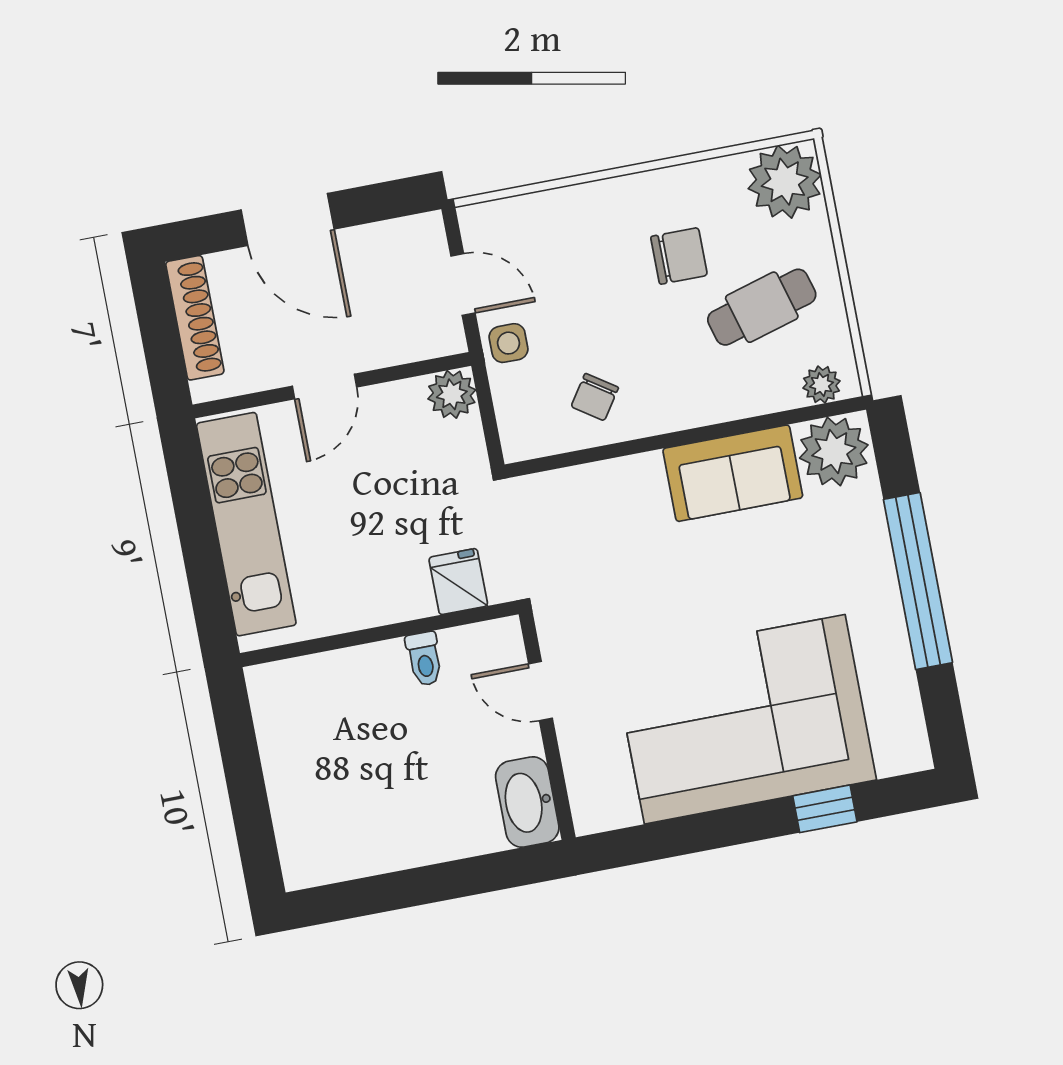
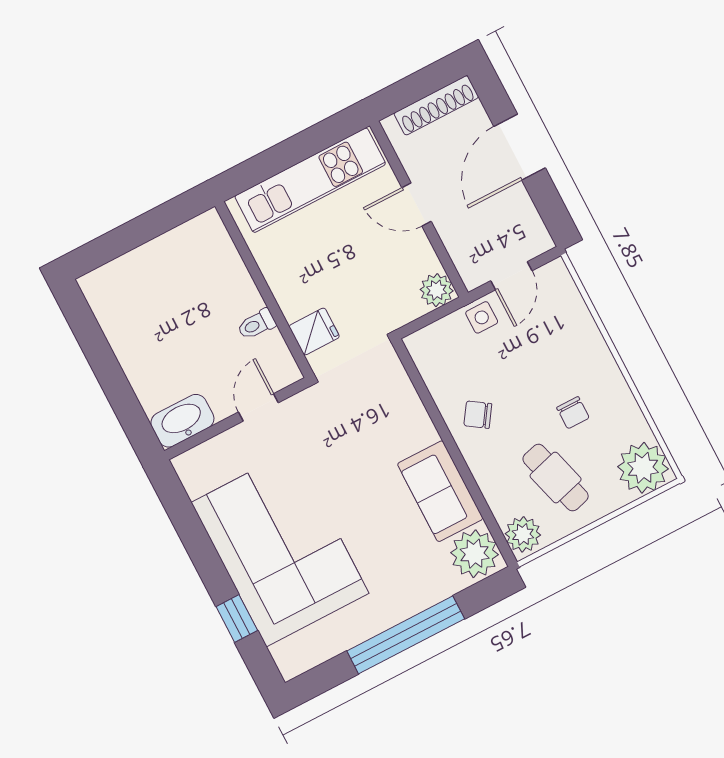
chair: (679, 256) -> (573, 413), width x0.73, depth x0.73
plant: (822, 385) -> (523, 534), width x1.38, depth x1.38
chair: (595, 397) -> (478, 415), moved

